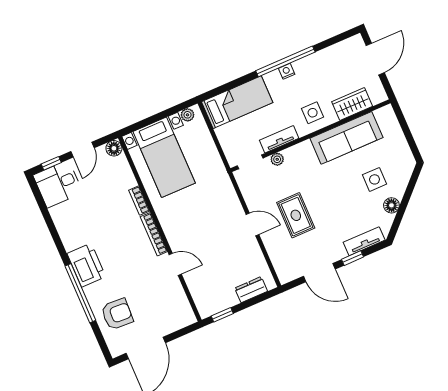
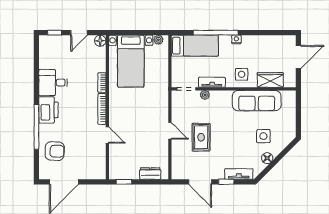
window: (285, 61) -> (216, 33), moved
desk: (58, 184) -> (53, 83), moved

